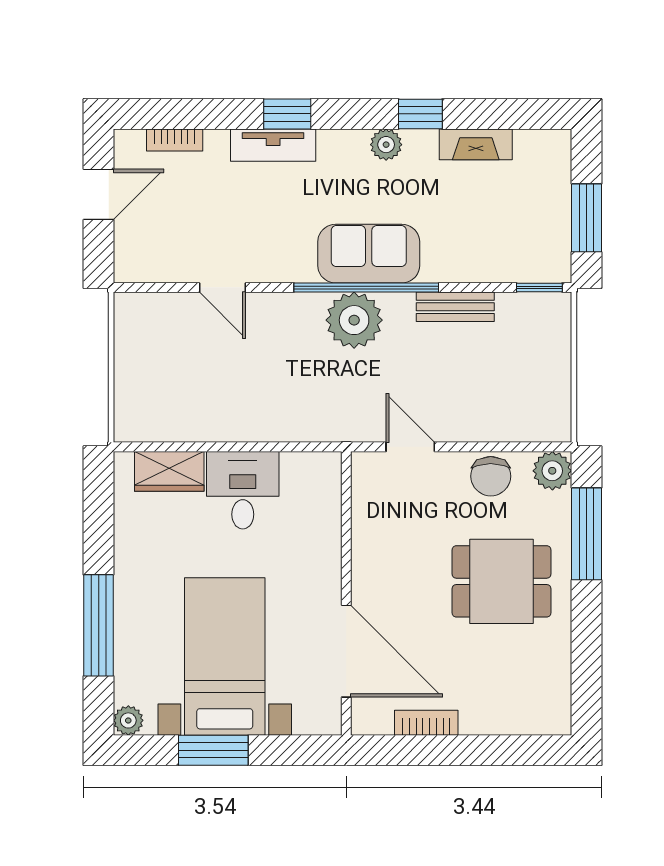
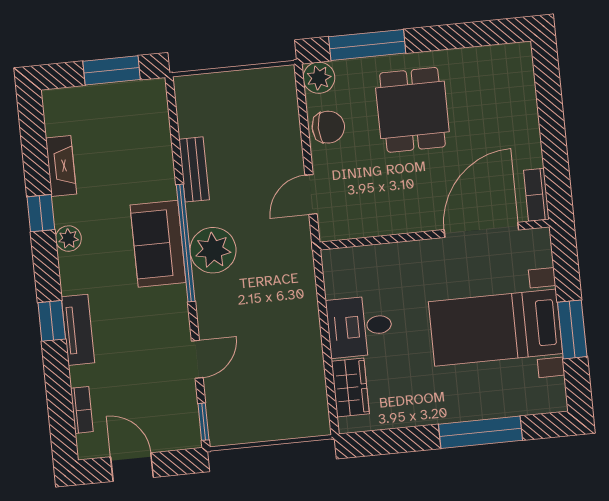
window: (539, 287) -> (203, 422), moved
plant: (128, 720) -> (555, 401), removed
bookcase: (426, 723) -> (536, 195), moved

